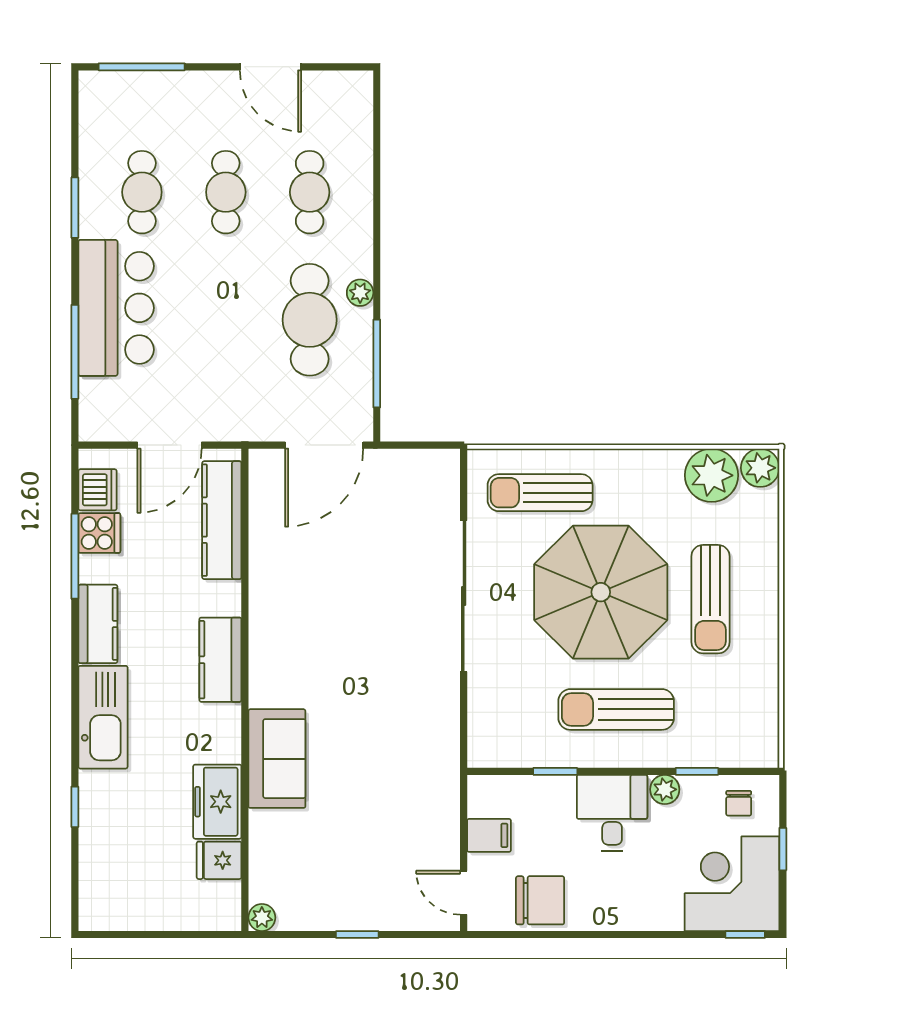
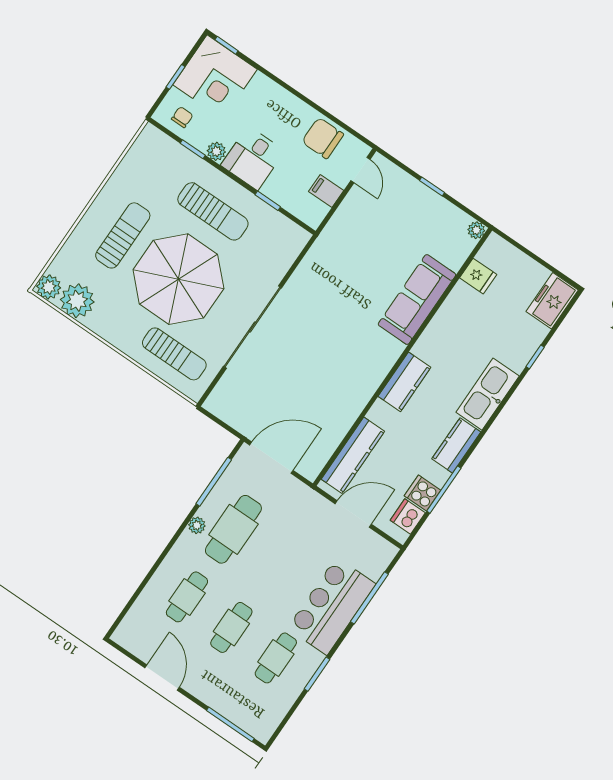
sofa: (277, 759) -> (417, 299), width x1.36
freezer: (217, 802) -> (552, 301), moved, turned 180

